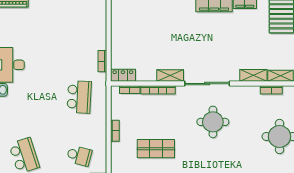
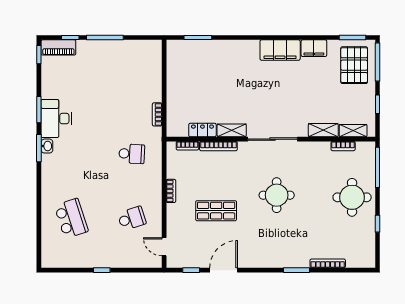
locker: (123, 75) -> (202, 130), moved
school desk: (79, 97) -> (132, 154), width x0.54
round table: (213, 122) -> (277, 195), moved
school desk: (79, 156) -> (132, 218), turned -33

